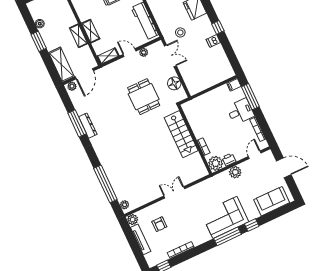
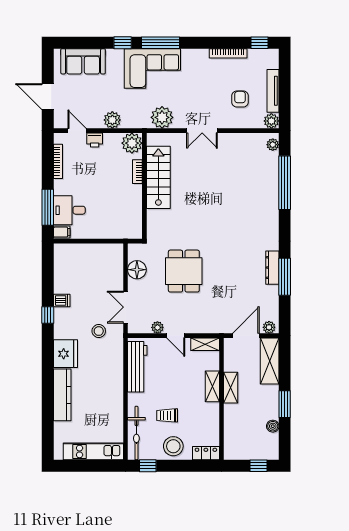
desk: (240, 111) -> (69, 210), moved
stairs: (181, 134) -> (158, 177), moved
door: (255, 155) -> (77, 131), swing flipped
printer: (229, 160) -> (95, 140), moved
plant: (204, 189) -> (162, 117), added

